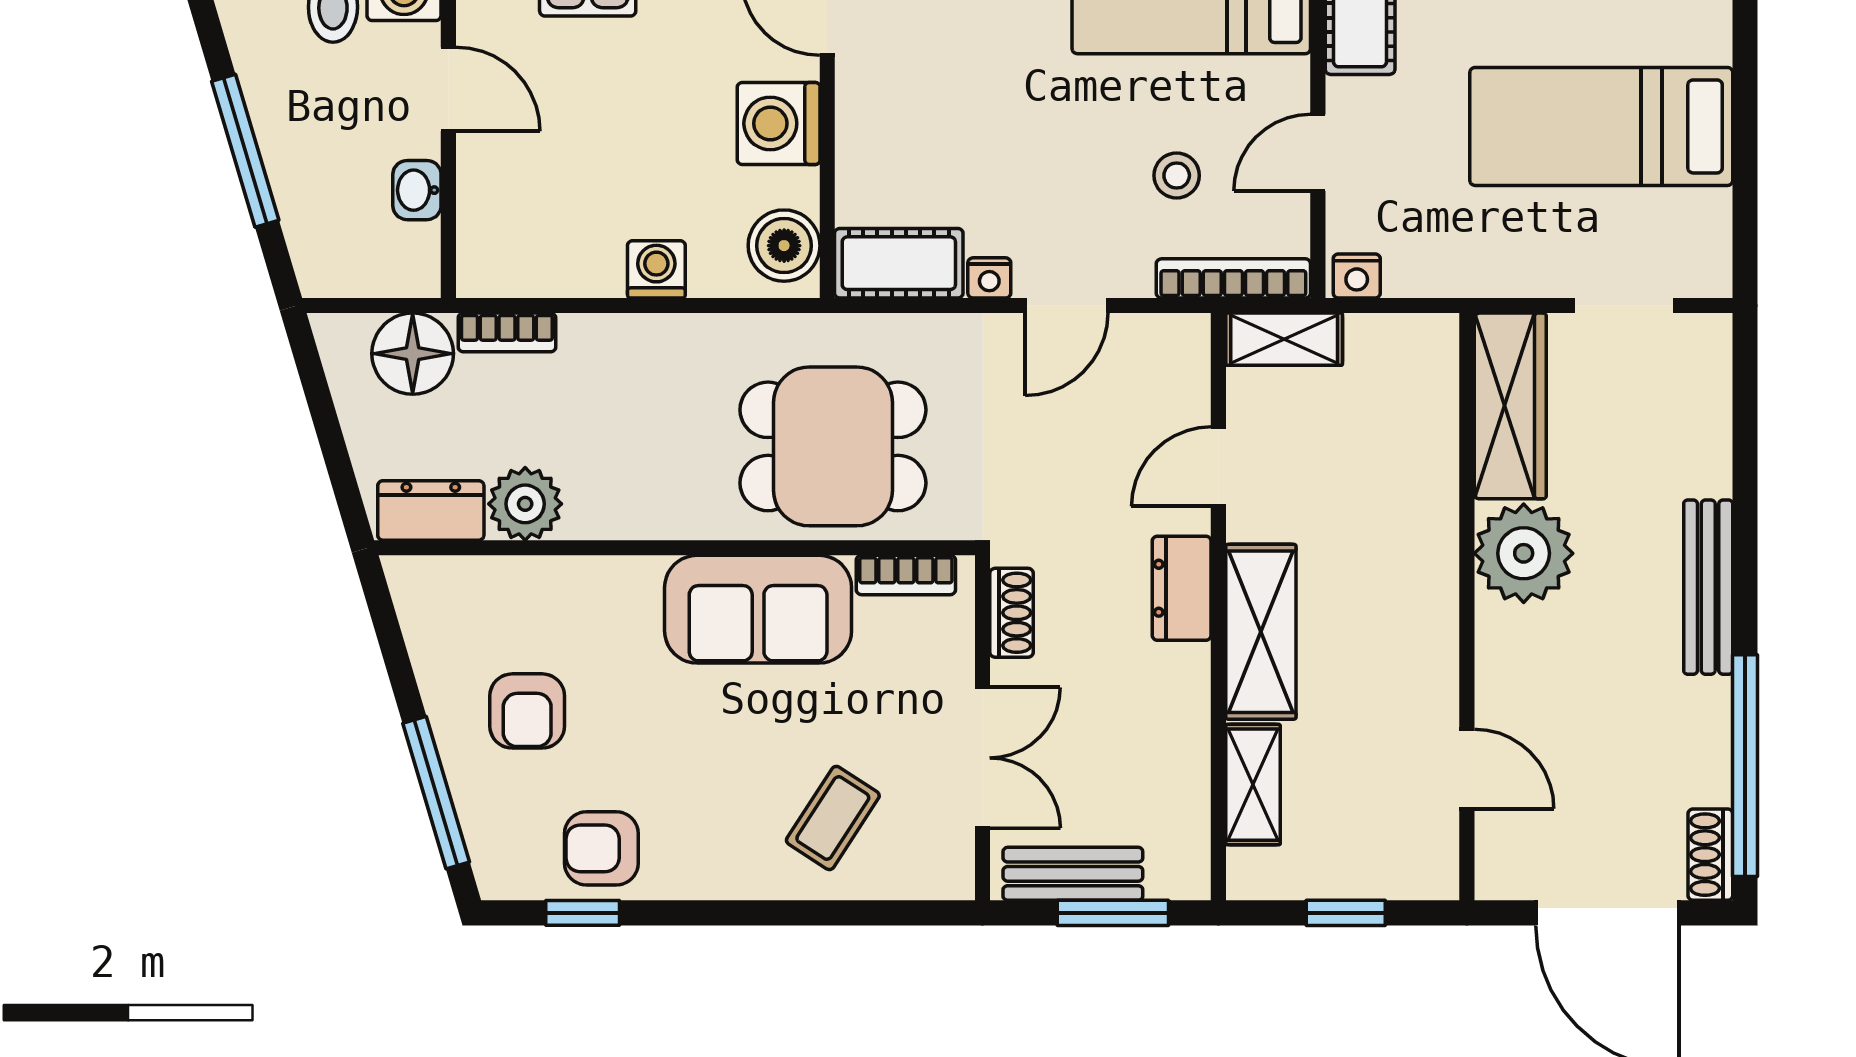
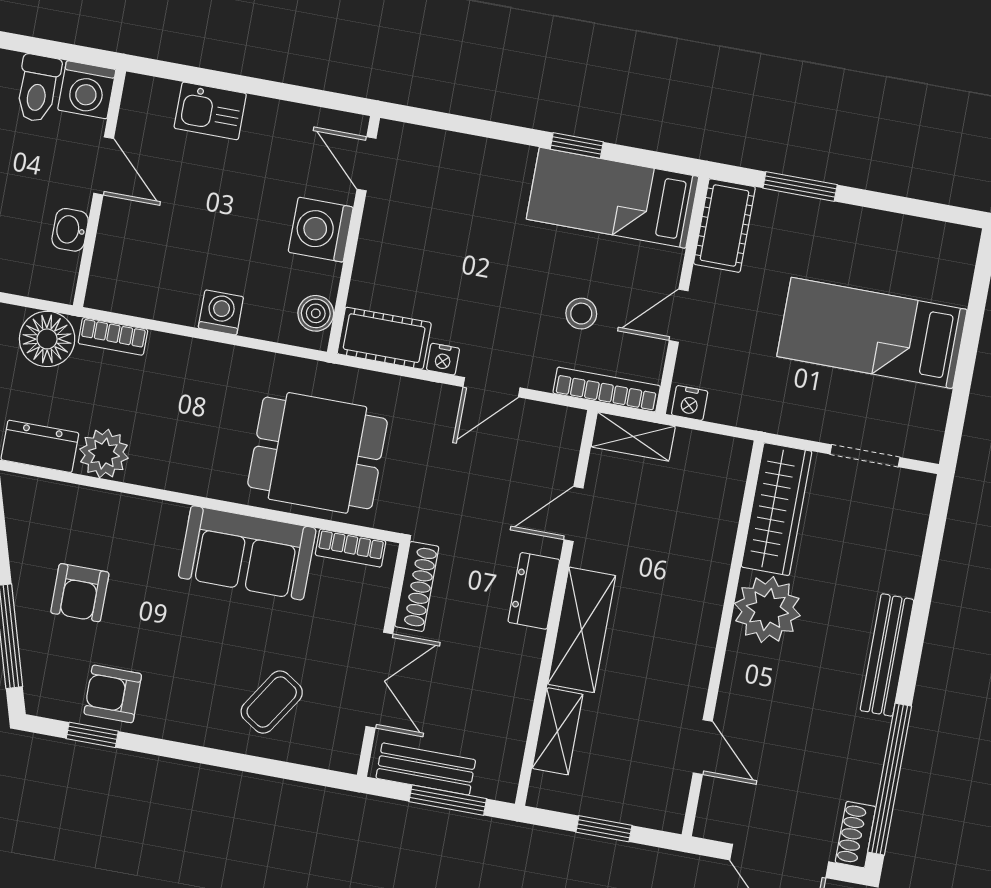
boiler: (784, 246) -> (316, 313), width x0.73, depth x0.73
shoe rack: (1012, 613) -> (417, 586), width x1.43

